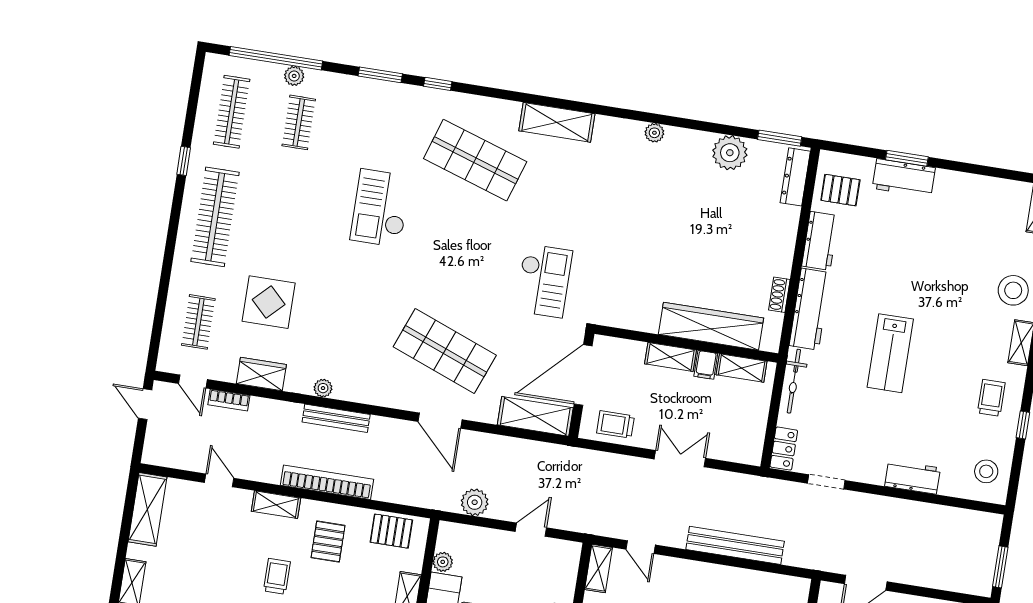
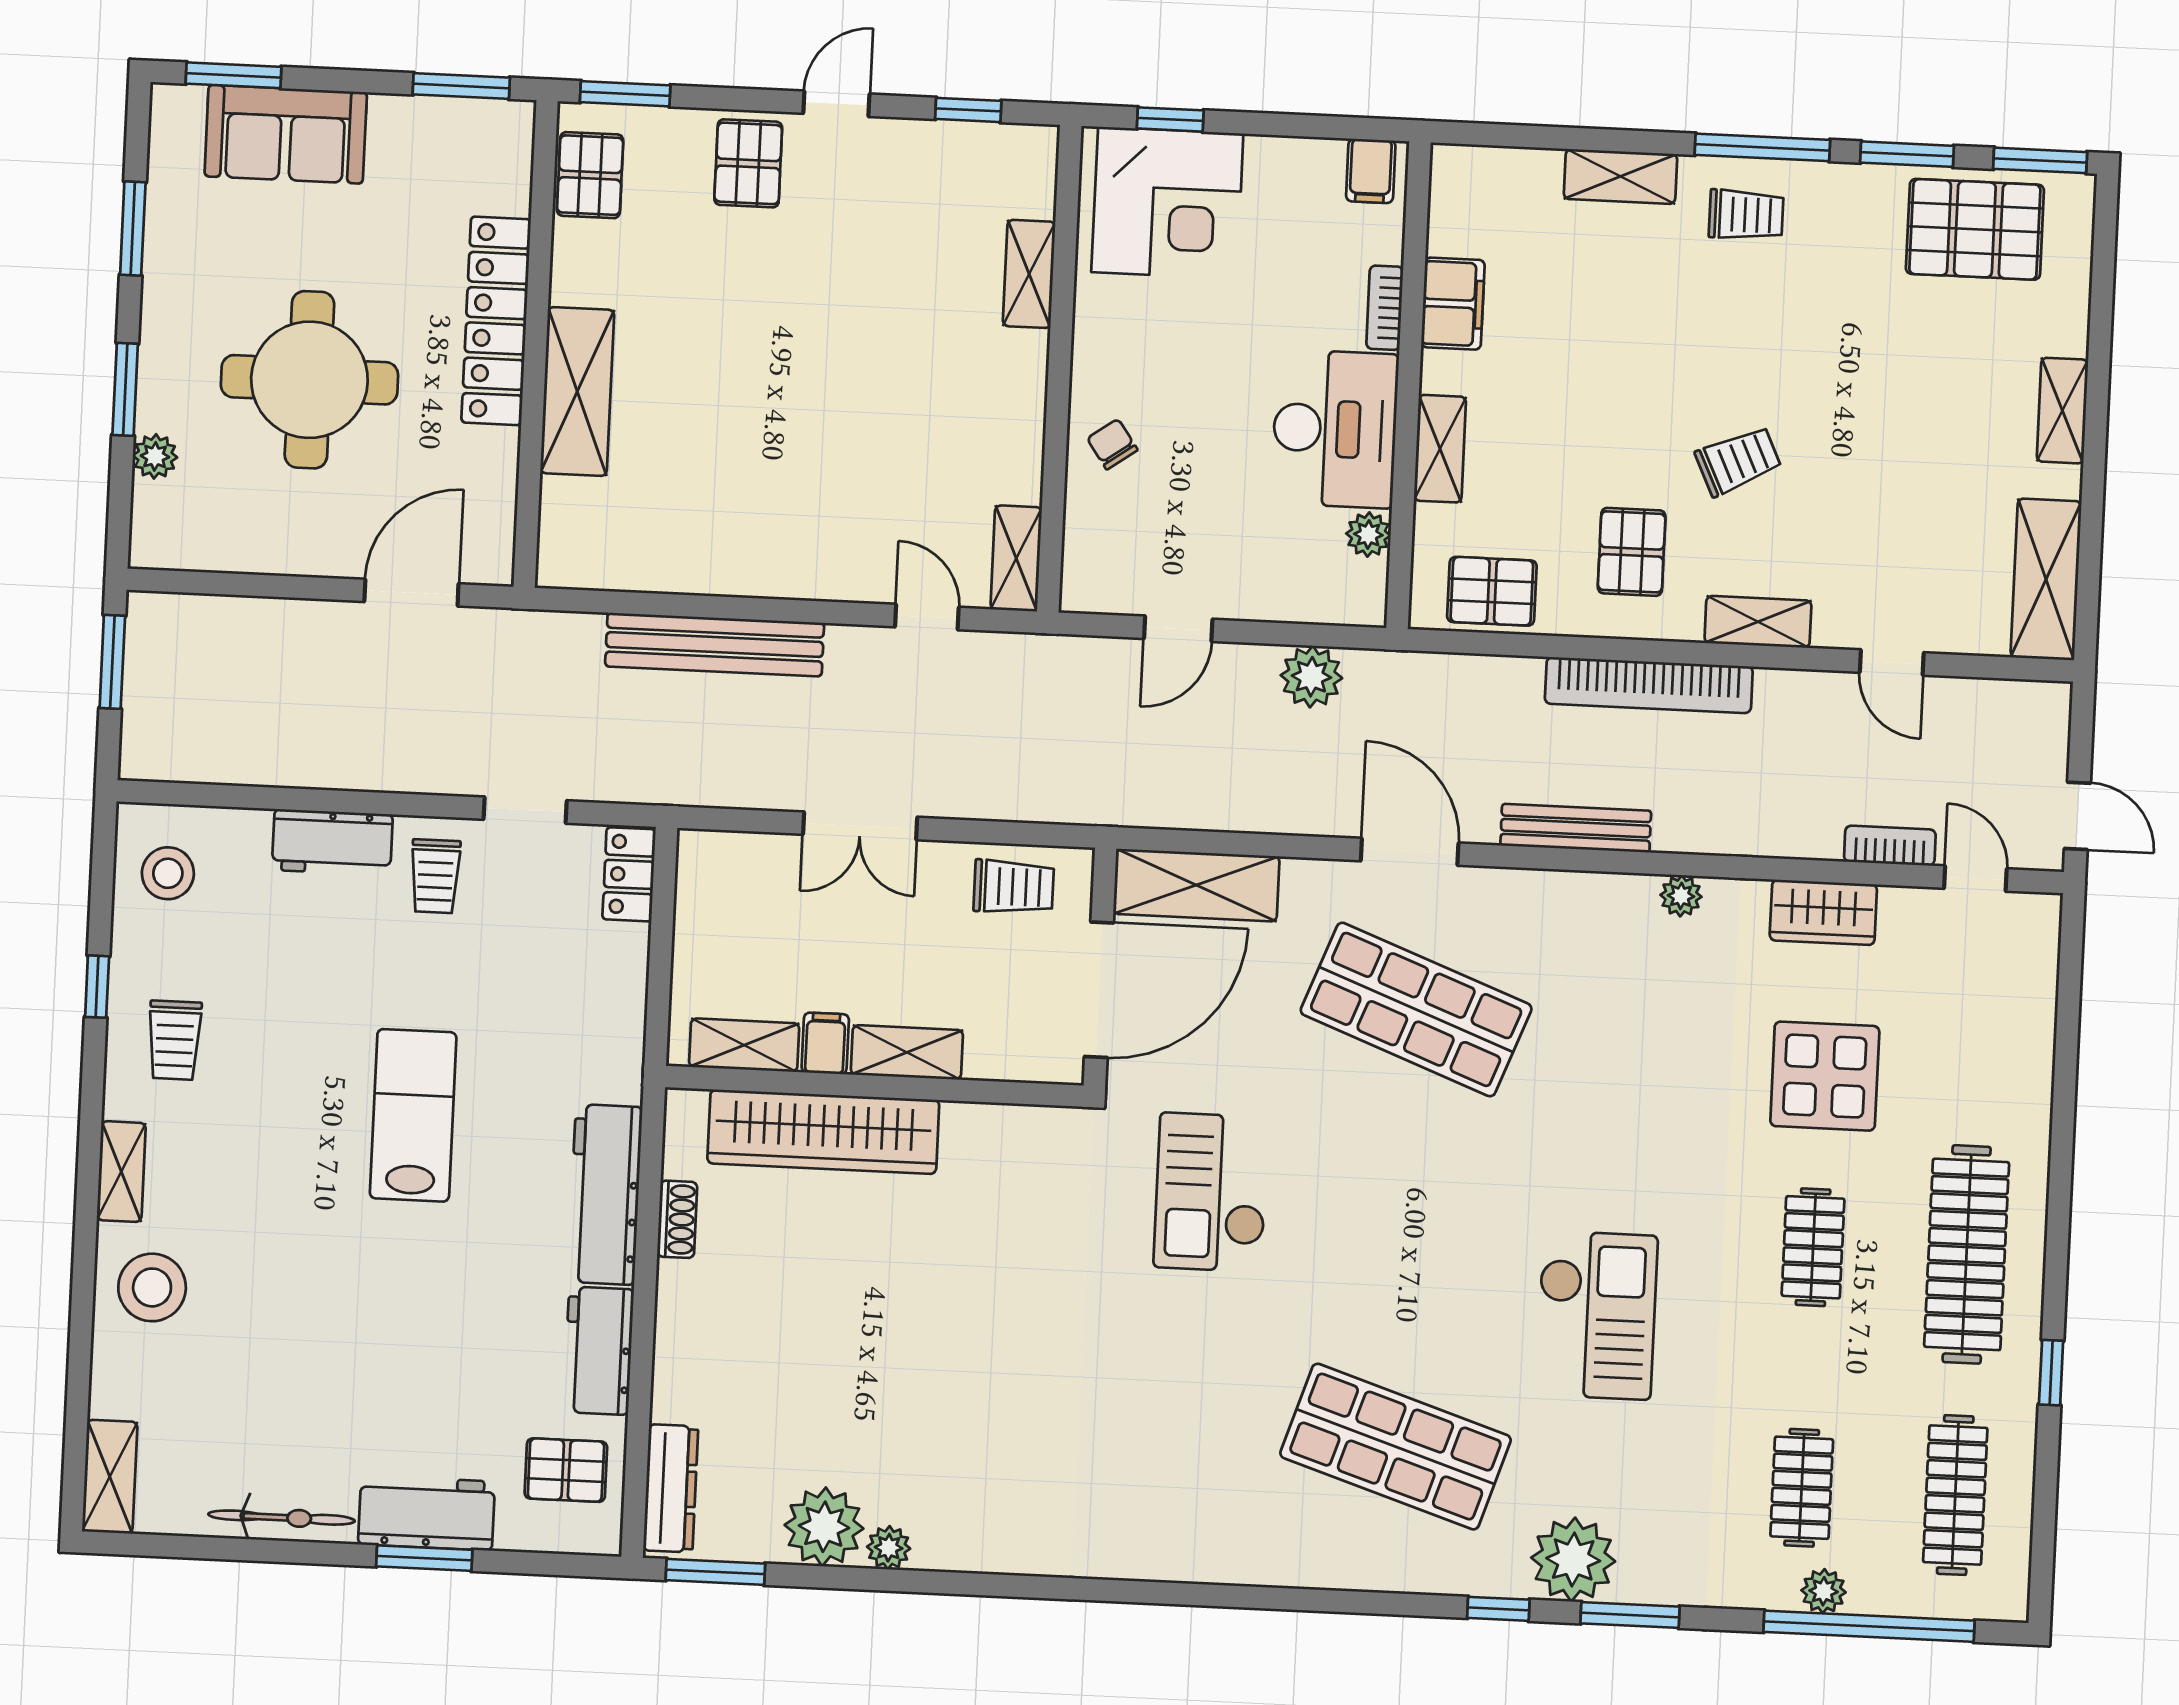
plant: (403, 102) -> (1573, 1560), added
shelving: (557, 122) -> (1221, 1552), removed
plant: (654, 133) -> (889, 1548), moved
clothes rail: (198, 322) -> (1813, 1247), moved
bicycle: (794, 381) -> (282, 1518), moved, turned 90
bench: (336, 418) -> (1576, 828), moved
trolley: (869, 457) -> (435, 876), added
trolley: (277, 576) -> (1738, 461), turned -115

